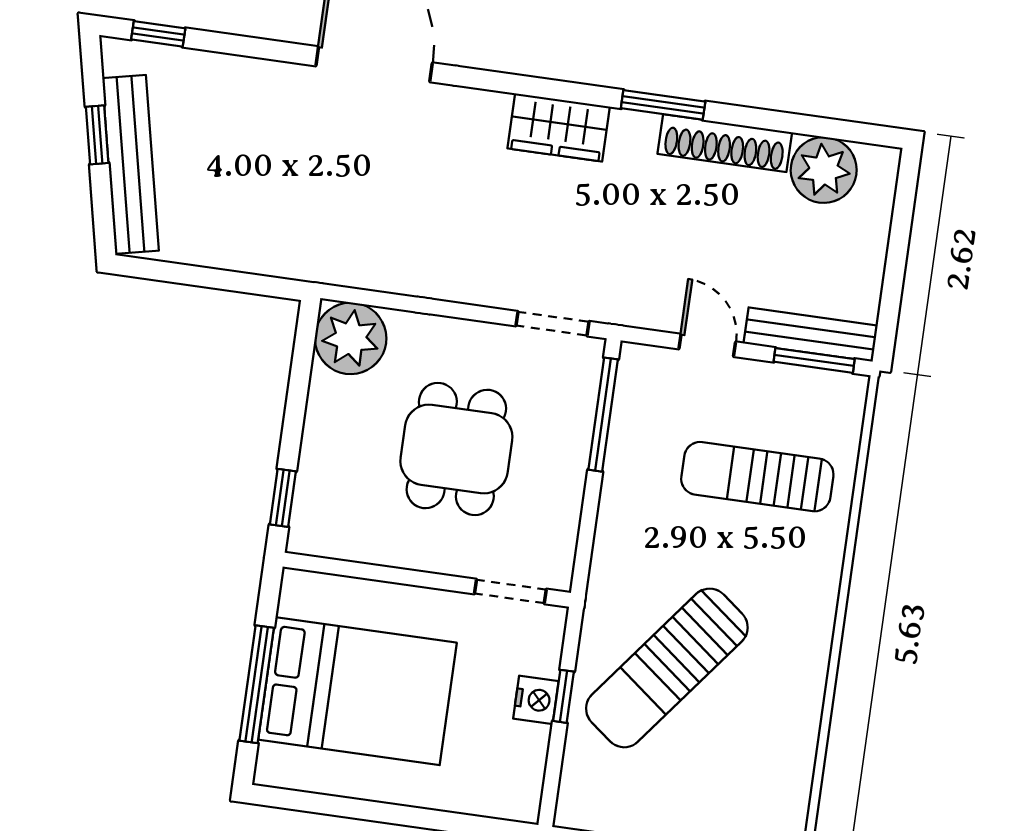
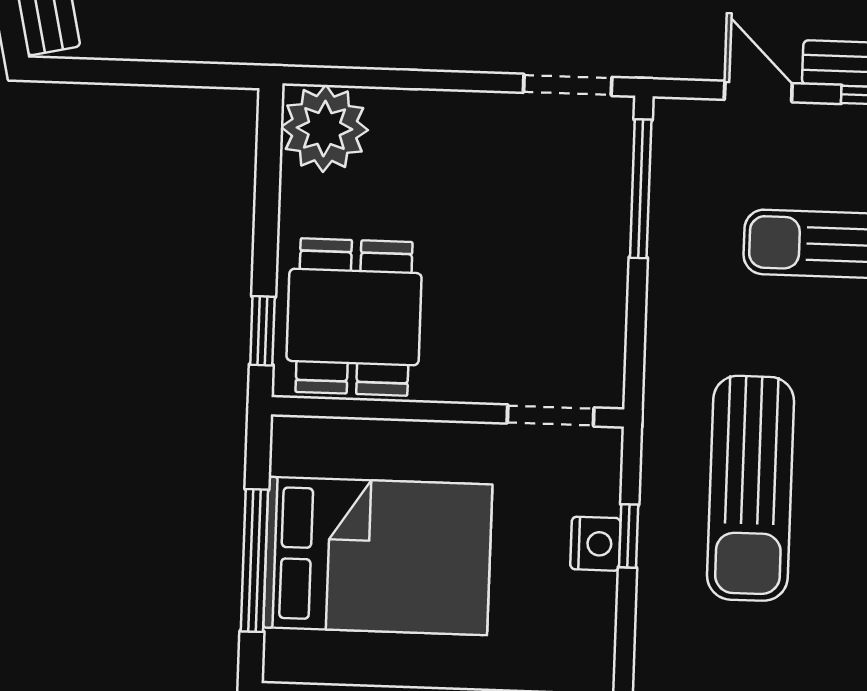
dining table: (456, 449) -> (354, 317), moved
sun lounger: (667, 668) -> (750, 488), turned -38

